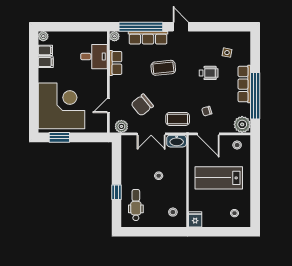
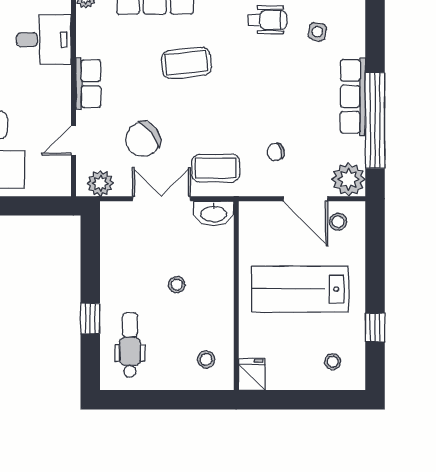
row of seats: (116, 63) -> (88, 84), moved
wheelchair: (209, 73) -> (267, 20), moved
double door: (151, 134) -> (161, 199), swing flipped
door: (208, 134) -> (305, 199), moved
window: (255, 196) -> (375, 327), added

